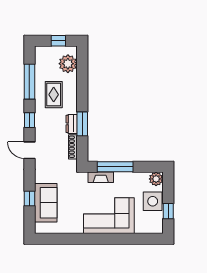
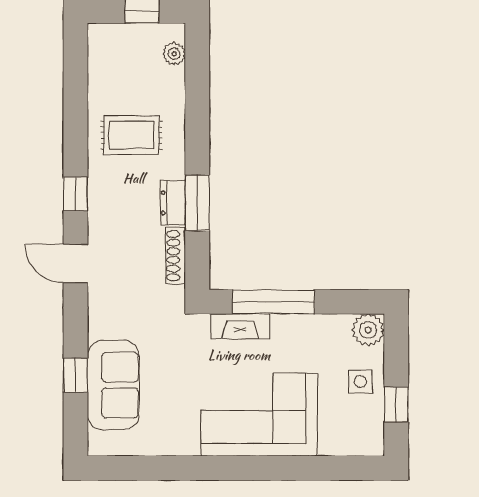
plant: (68, 64) -> (174, 54), width x0.53, depth x0.53
window: (29, 82) -> (76, 105), removed
rug: (54, 95) -> (131, 135), turned 90
side table: (153, 201) -> (360, 382), width x0.54, depth x0.54

